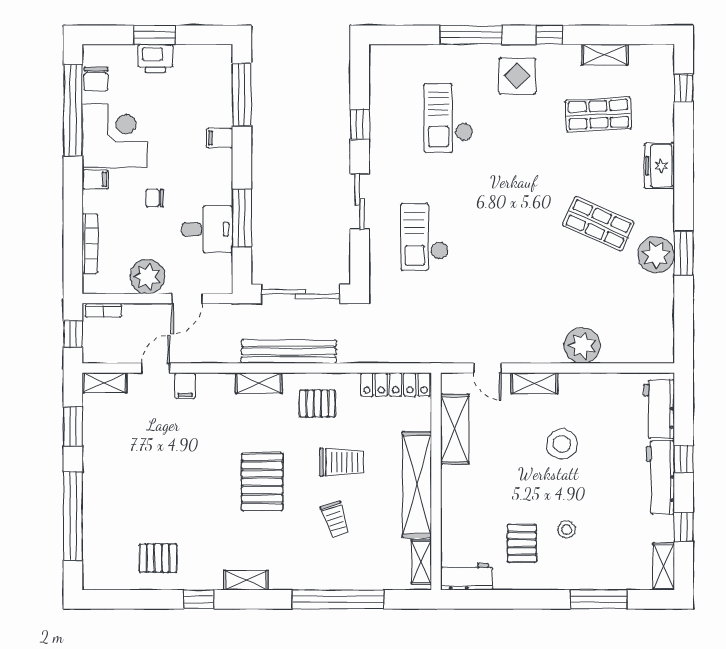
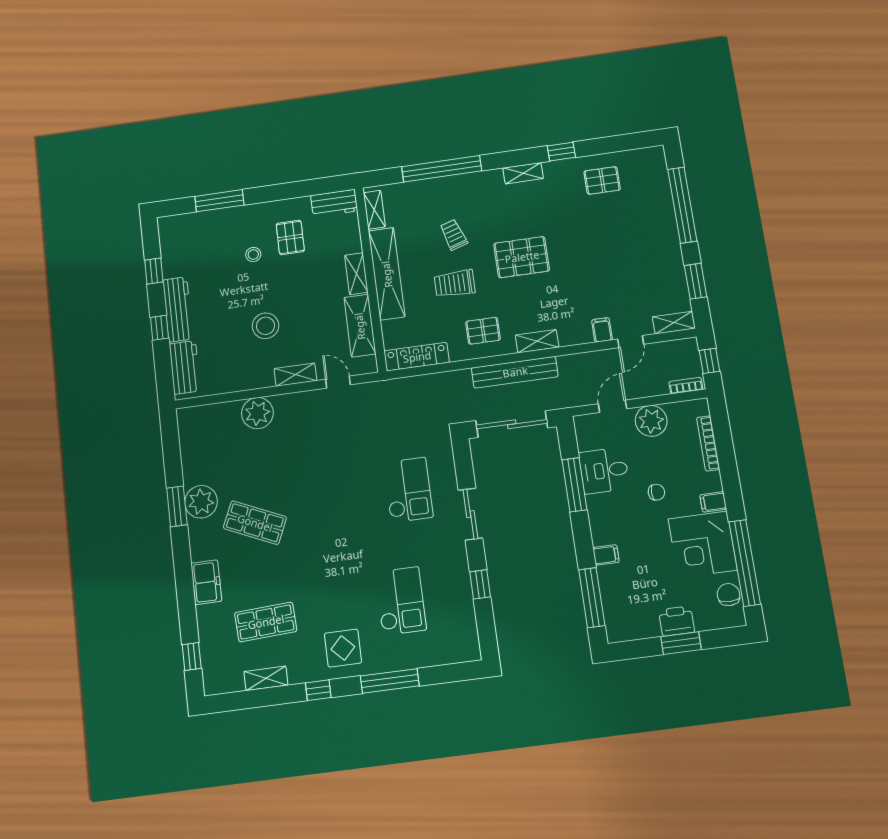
pallet: (262, 482) -> (522, 257), turned 90
shelving: (664, 566) -> (356, 274), moved

